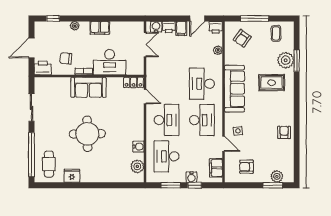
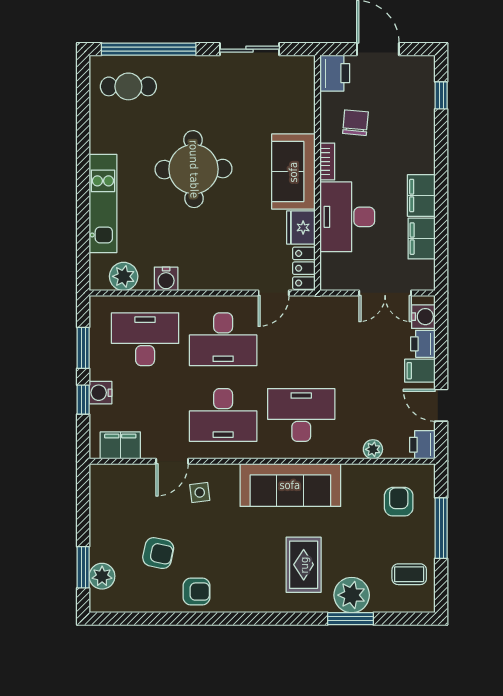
plant: (75, 26) -> (426, 142), removed
filing cabinet: (120, 28) -> (422, 239), added
armchair: (242, 38) -> (399, 502), turned 55
armchair: (247, 167) -> (158, 553), moved, turned 102
fridge: (72, 176) -> (301, 227), moved, turned 180
kitchen unit: (103, 176) -> (103, 203), added

